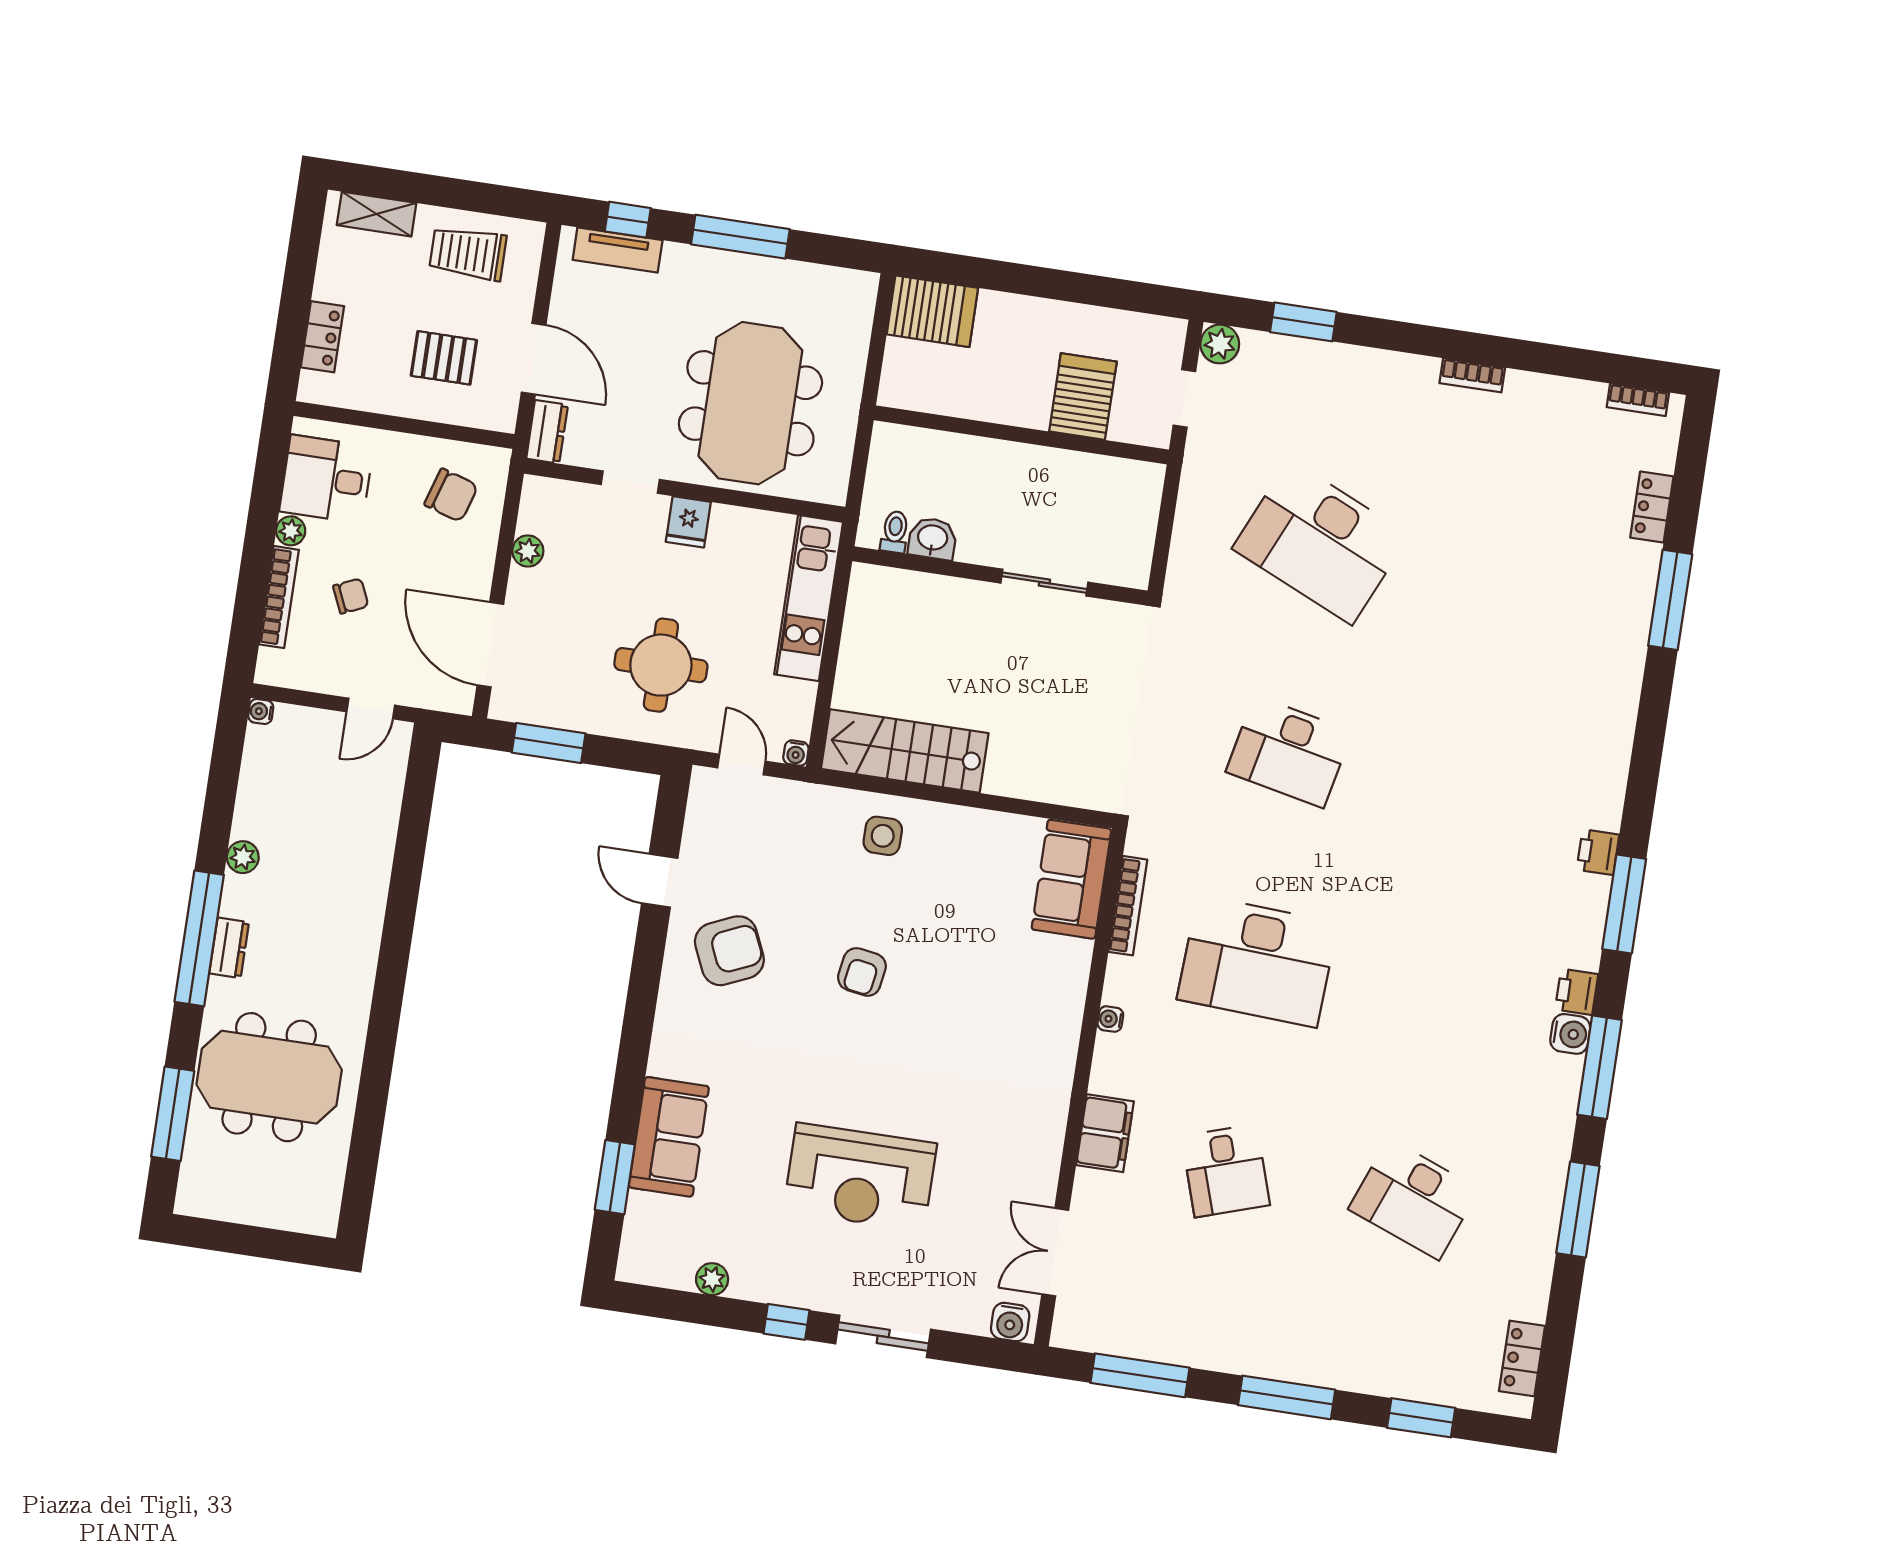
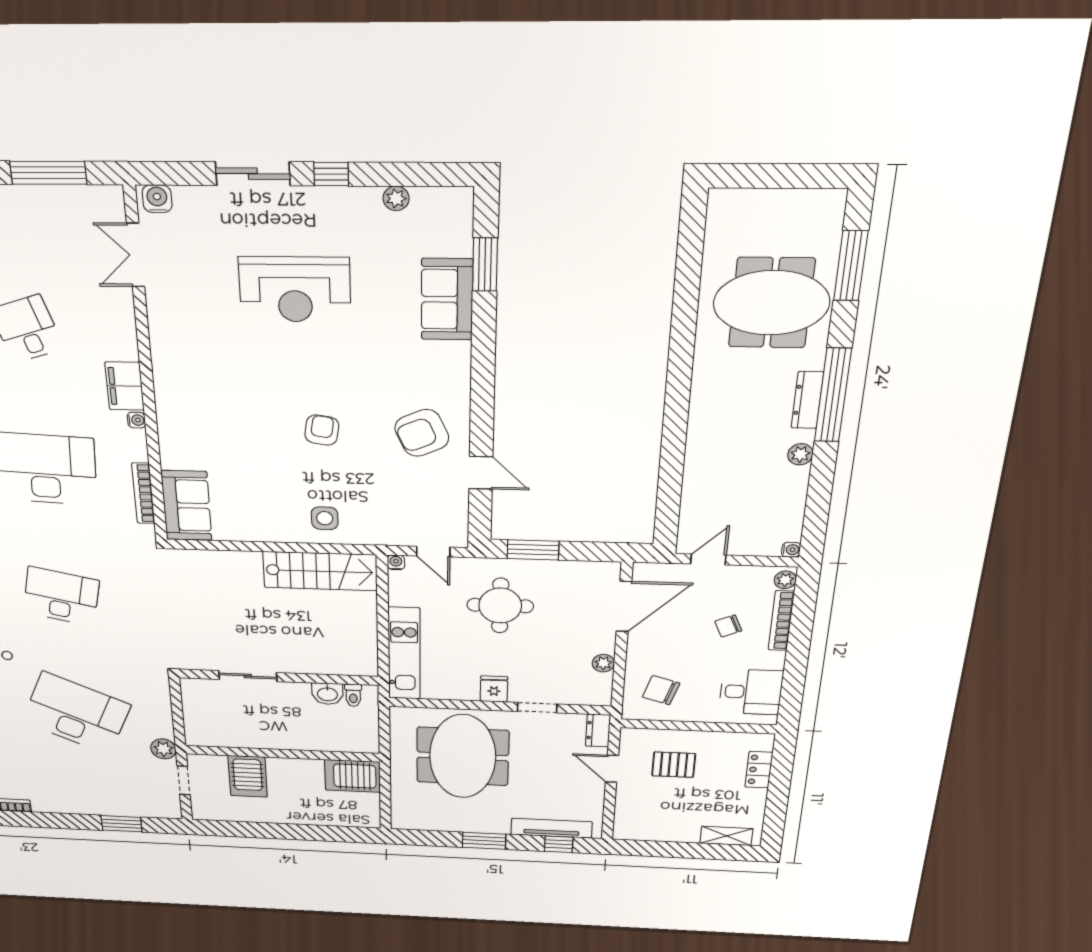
window: (740, 237) -> (484, 841), width x0.69
tv unit: (618, 250) -> (552, 828), width x1.41
trolley: (468, 253) -> (663, 820), removed
server rack: (932, 311) -> (353, 776), moved
plant: (1220, 344) -> (163, 749), moved
door: (534, 359) -> (612, 769), width x0.73
plant: (291, 531) -> (785, 580), moved
door: (490, 645) -> (624, 606), hinge flipped
window: (549, 743) -> (533, 550), moved
dresser: (229, 948) -> (807, 400), width x1.44
filing cabinet: (1105, 1133) -> (125, 386), moved
reception desk: (860, 1177) -> (295, 289), turned 180
double door: (1055, 1252) -> (136, 255), swing flipped

